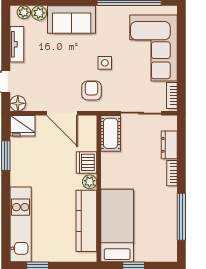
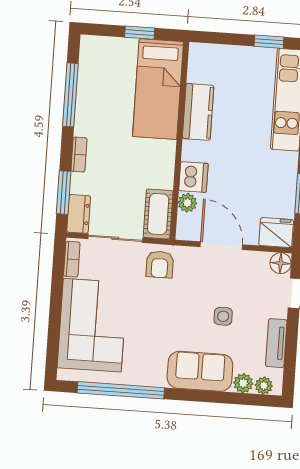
side table: (105, 63) -> (223, 316), moved
armchair: (92, 91) -> (160, 264), moved
window: (181, 144) -> (64, 193), added
dresser: (169, 145) -> (79, 214), moved
plant: (90, 182) -> (187, 203), moved
kitchen counter: (86, 221) -> (198, 112), width x0.67

